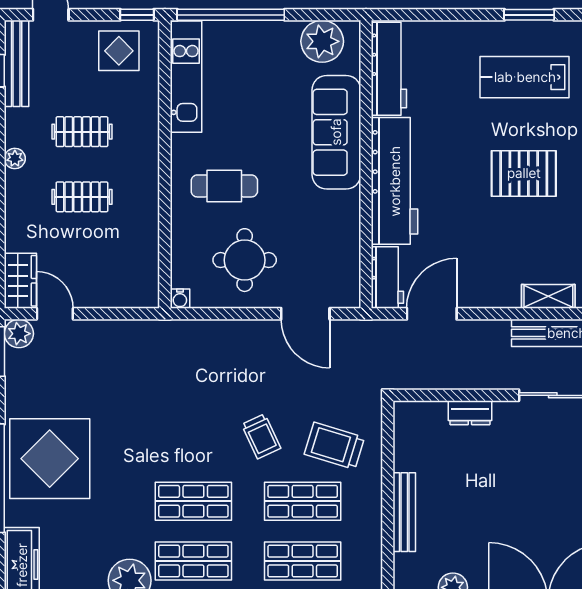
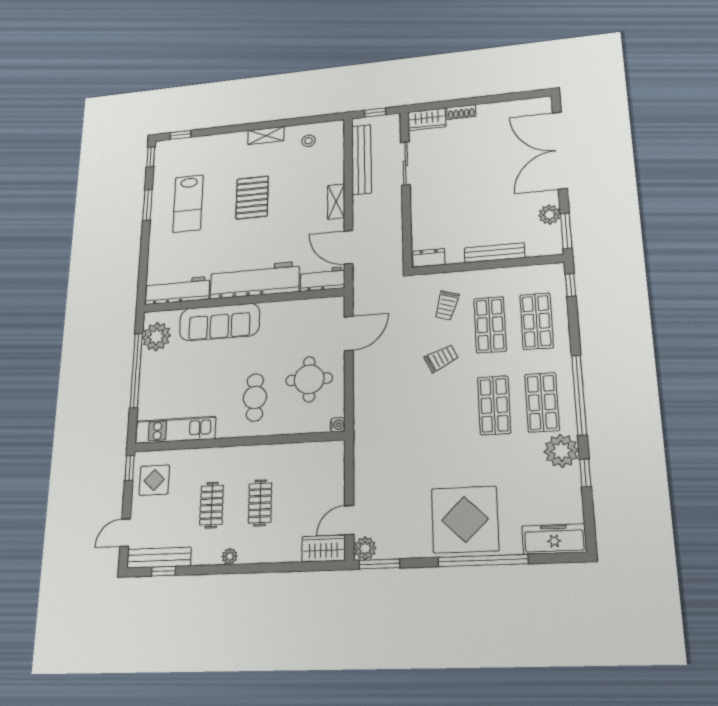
window: (231, 15) -> (136, 370), moved
shelving: (548, 296) -> (336, 202), moved
dresser: (470, 413) -> (429, 258), moved, turned -90
trolley: (334, 446) -> (447, 305), width x0.73, depth x0.72

